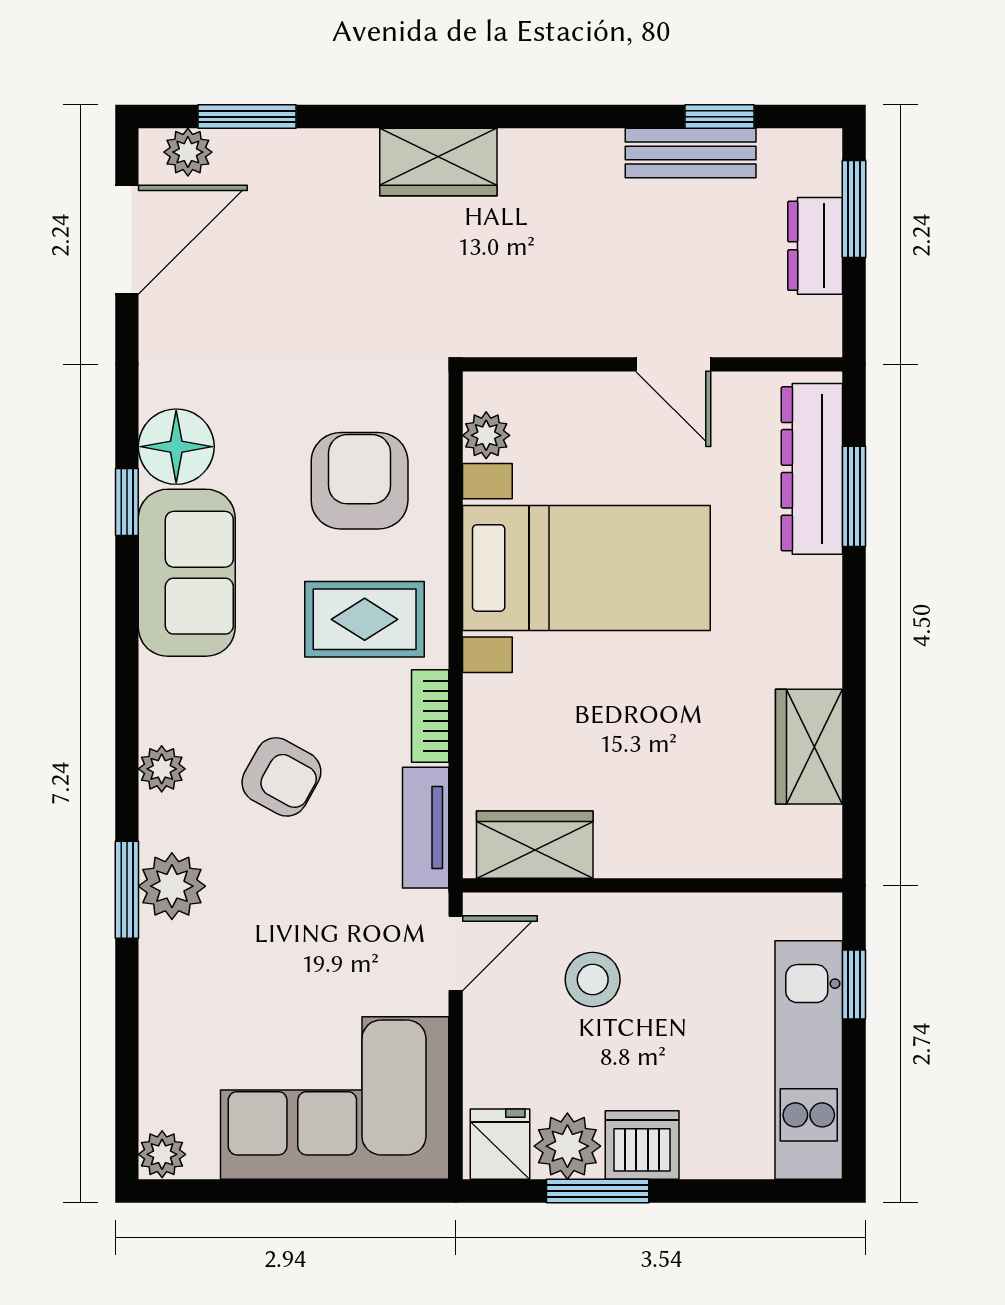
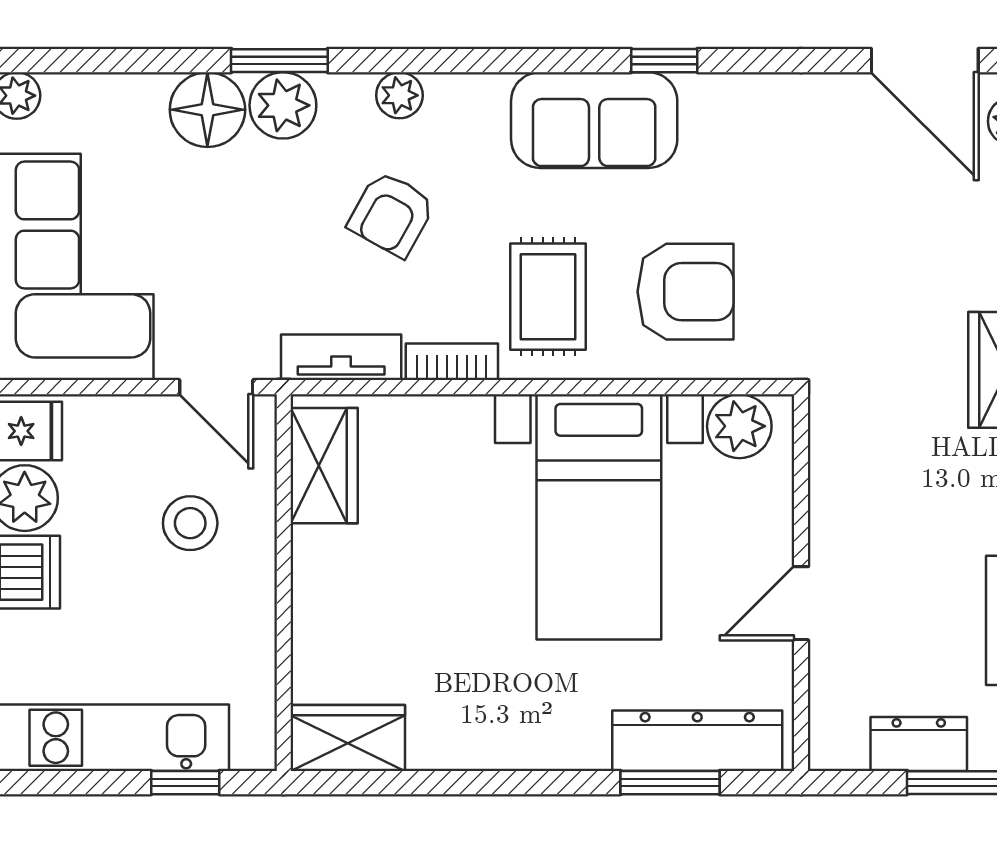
plant: (486, 435) -> (739, 426), width x1.38, depth x1.38
floor lamp: (176, 447) -> (207, 110), moved
wardrobe: (809, 747) -> (348, 738), moved

